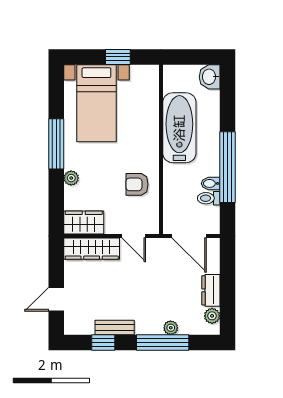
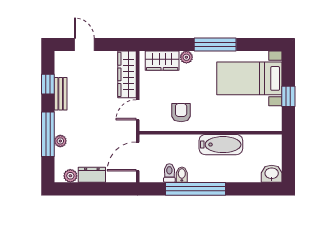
bathtub: (179, 128) -> (221, 145), width x0.73, depth x0.73
wardrobe: (84, 222) -> (162, 61), moved, turned 90

